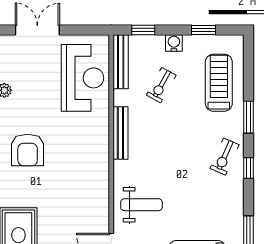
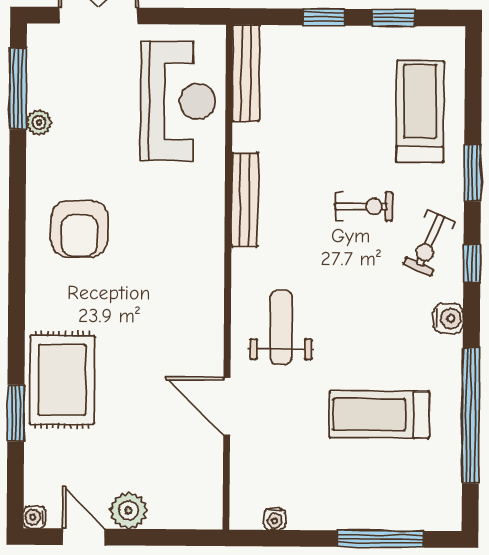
window: (143, 30) -> (324, 17), moved
water cooler: (174, 43) -> (448, 318), moved, turned 90
exercise bike: (161, 85) -> (364, 206), moved, turned -119
weight bench: (141, 205) -> (281, 327), turned -90

